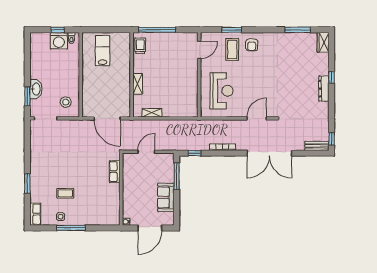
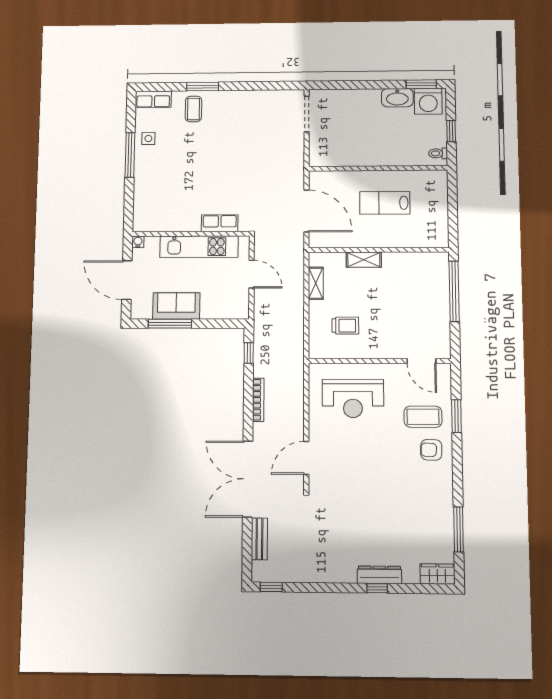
washing machine: (59, 41) -> (428, 101), moved, turned -90
trolley: (140, 46) -> (345, 326), moved
lab bench: (103, 51) -> (385, 203), moved, turned 180
washbasin: (36, 89) -> (397, 98), moved
dresser: (324, 89) -> (379, 575), moved
window: (27, 96) -> (421, 84), moved
stool: (66, 102) -> (333, 145), removed
door: (107, 118) -> (306, 211), swing flipped
door: (257, 118) -> (306, 458), swing flipped
bench: (317, 146) -> (259, 539), moved
window: (177, 176) -> (170, 324), moved
kitchen unit: (129, 184) -> (199, 247), added
coffee table: (65, 193) -> (193, 109), moved

